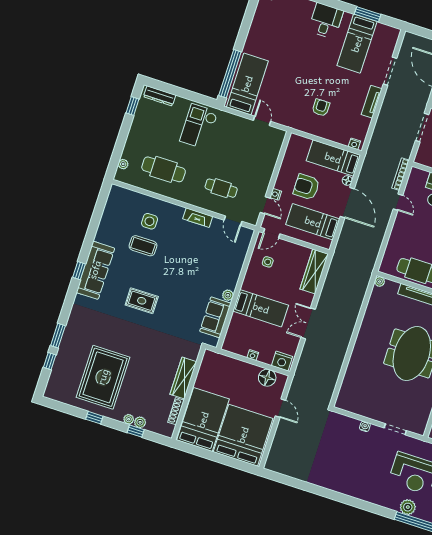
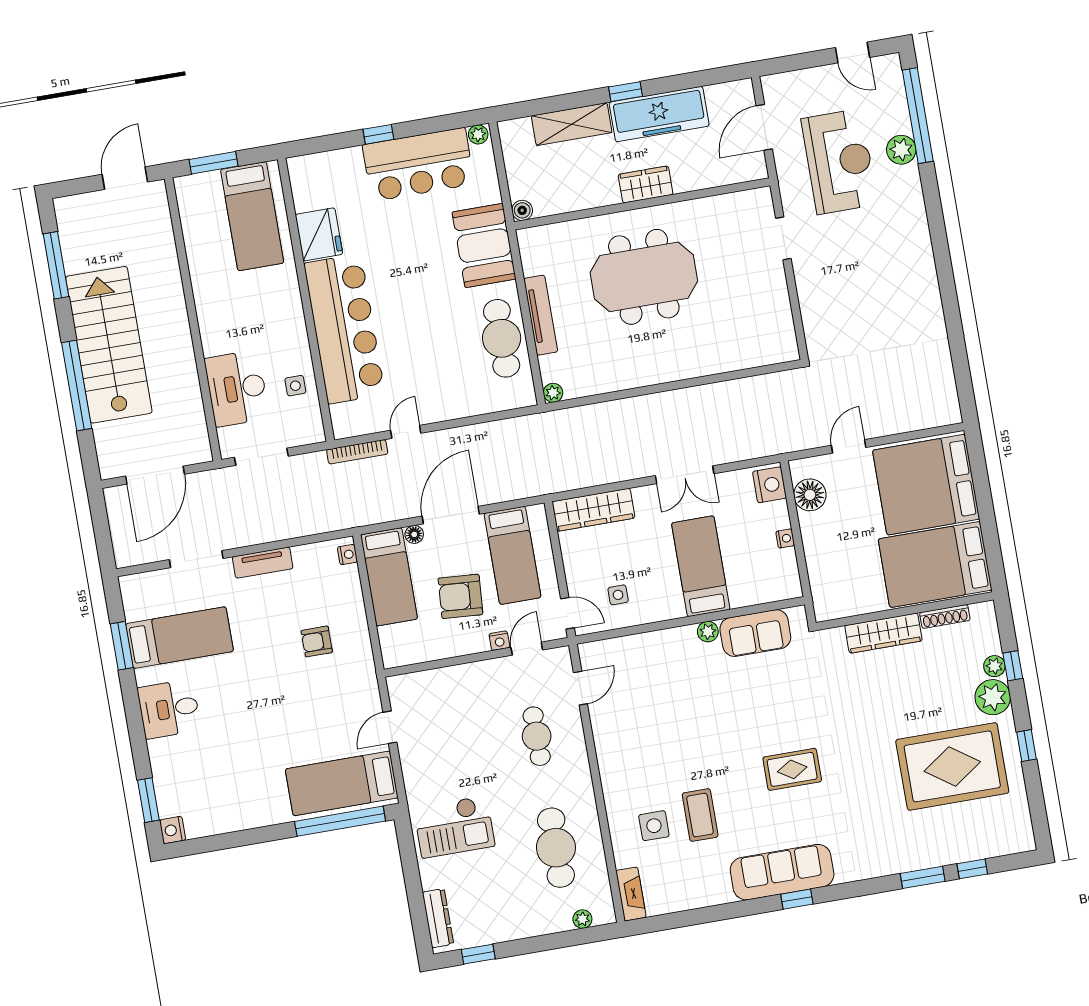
armchair: (306, 187) -> (460, 596), turned 94
fireplace: (198, 218) -> (631, 894), moved
rug: (142, 301) -> (792, 769), turned 90
plant: (129, 419) -> (993, 697), width x1.88, depth x1.88
water cooler: (365, 426) -> (805, 291), removed

